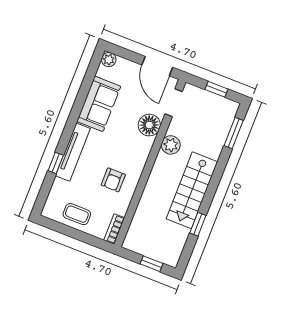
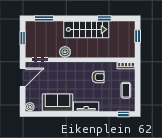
floor lamp: (149, 125) -> (58, 69), removed
tv unit: (73, 152) -> (86, 107), width x0.71
window: (56, 163) -> (123, 114), moved

